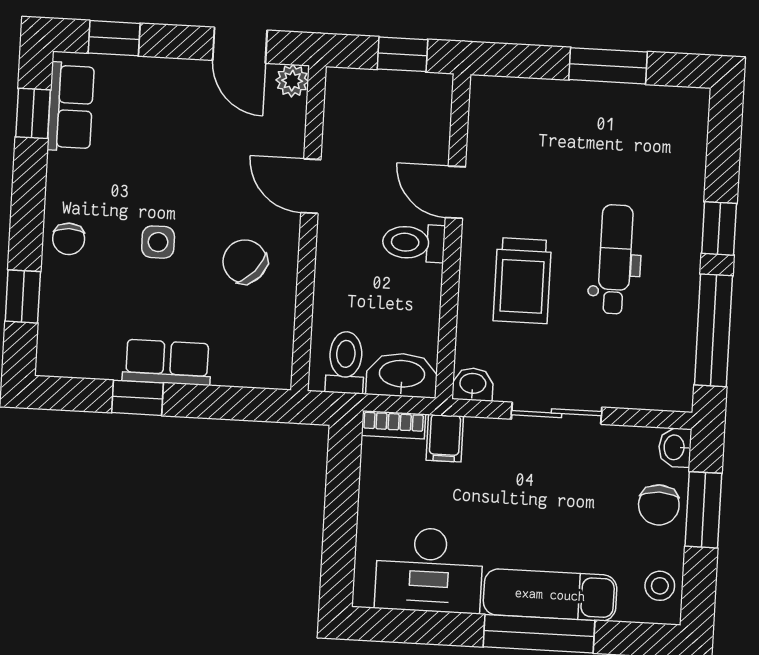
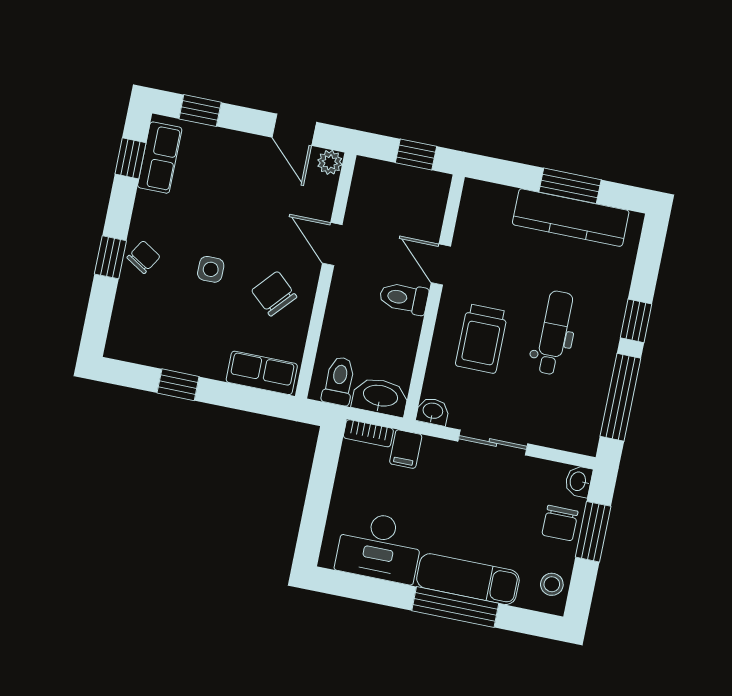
kitchen counter: (615, 107) -> (571, 218), added
chair: (69, 239) -> (144, 257), turned -148
window: (23, 296) -> (110, 257), moved
row of seats: (167, 362) -> (262, 373), moved

